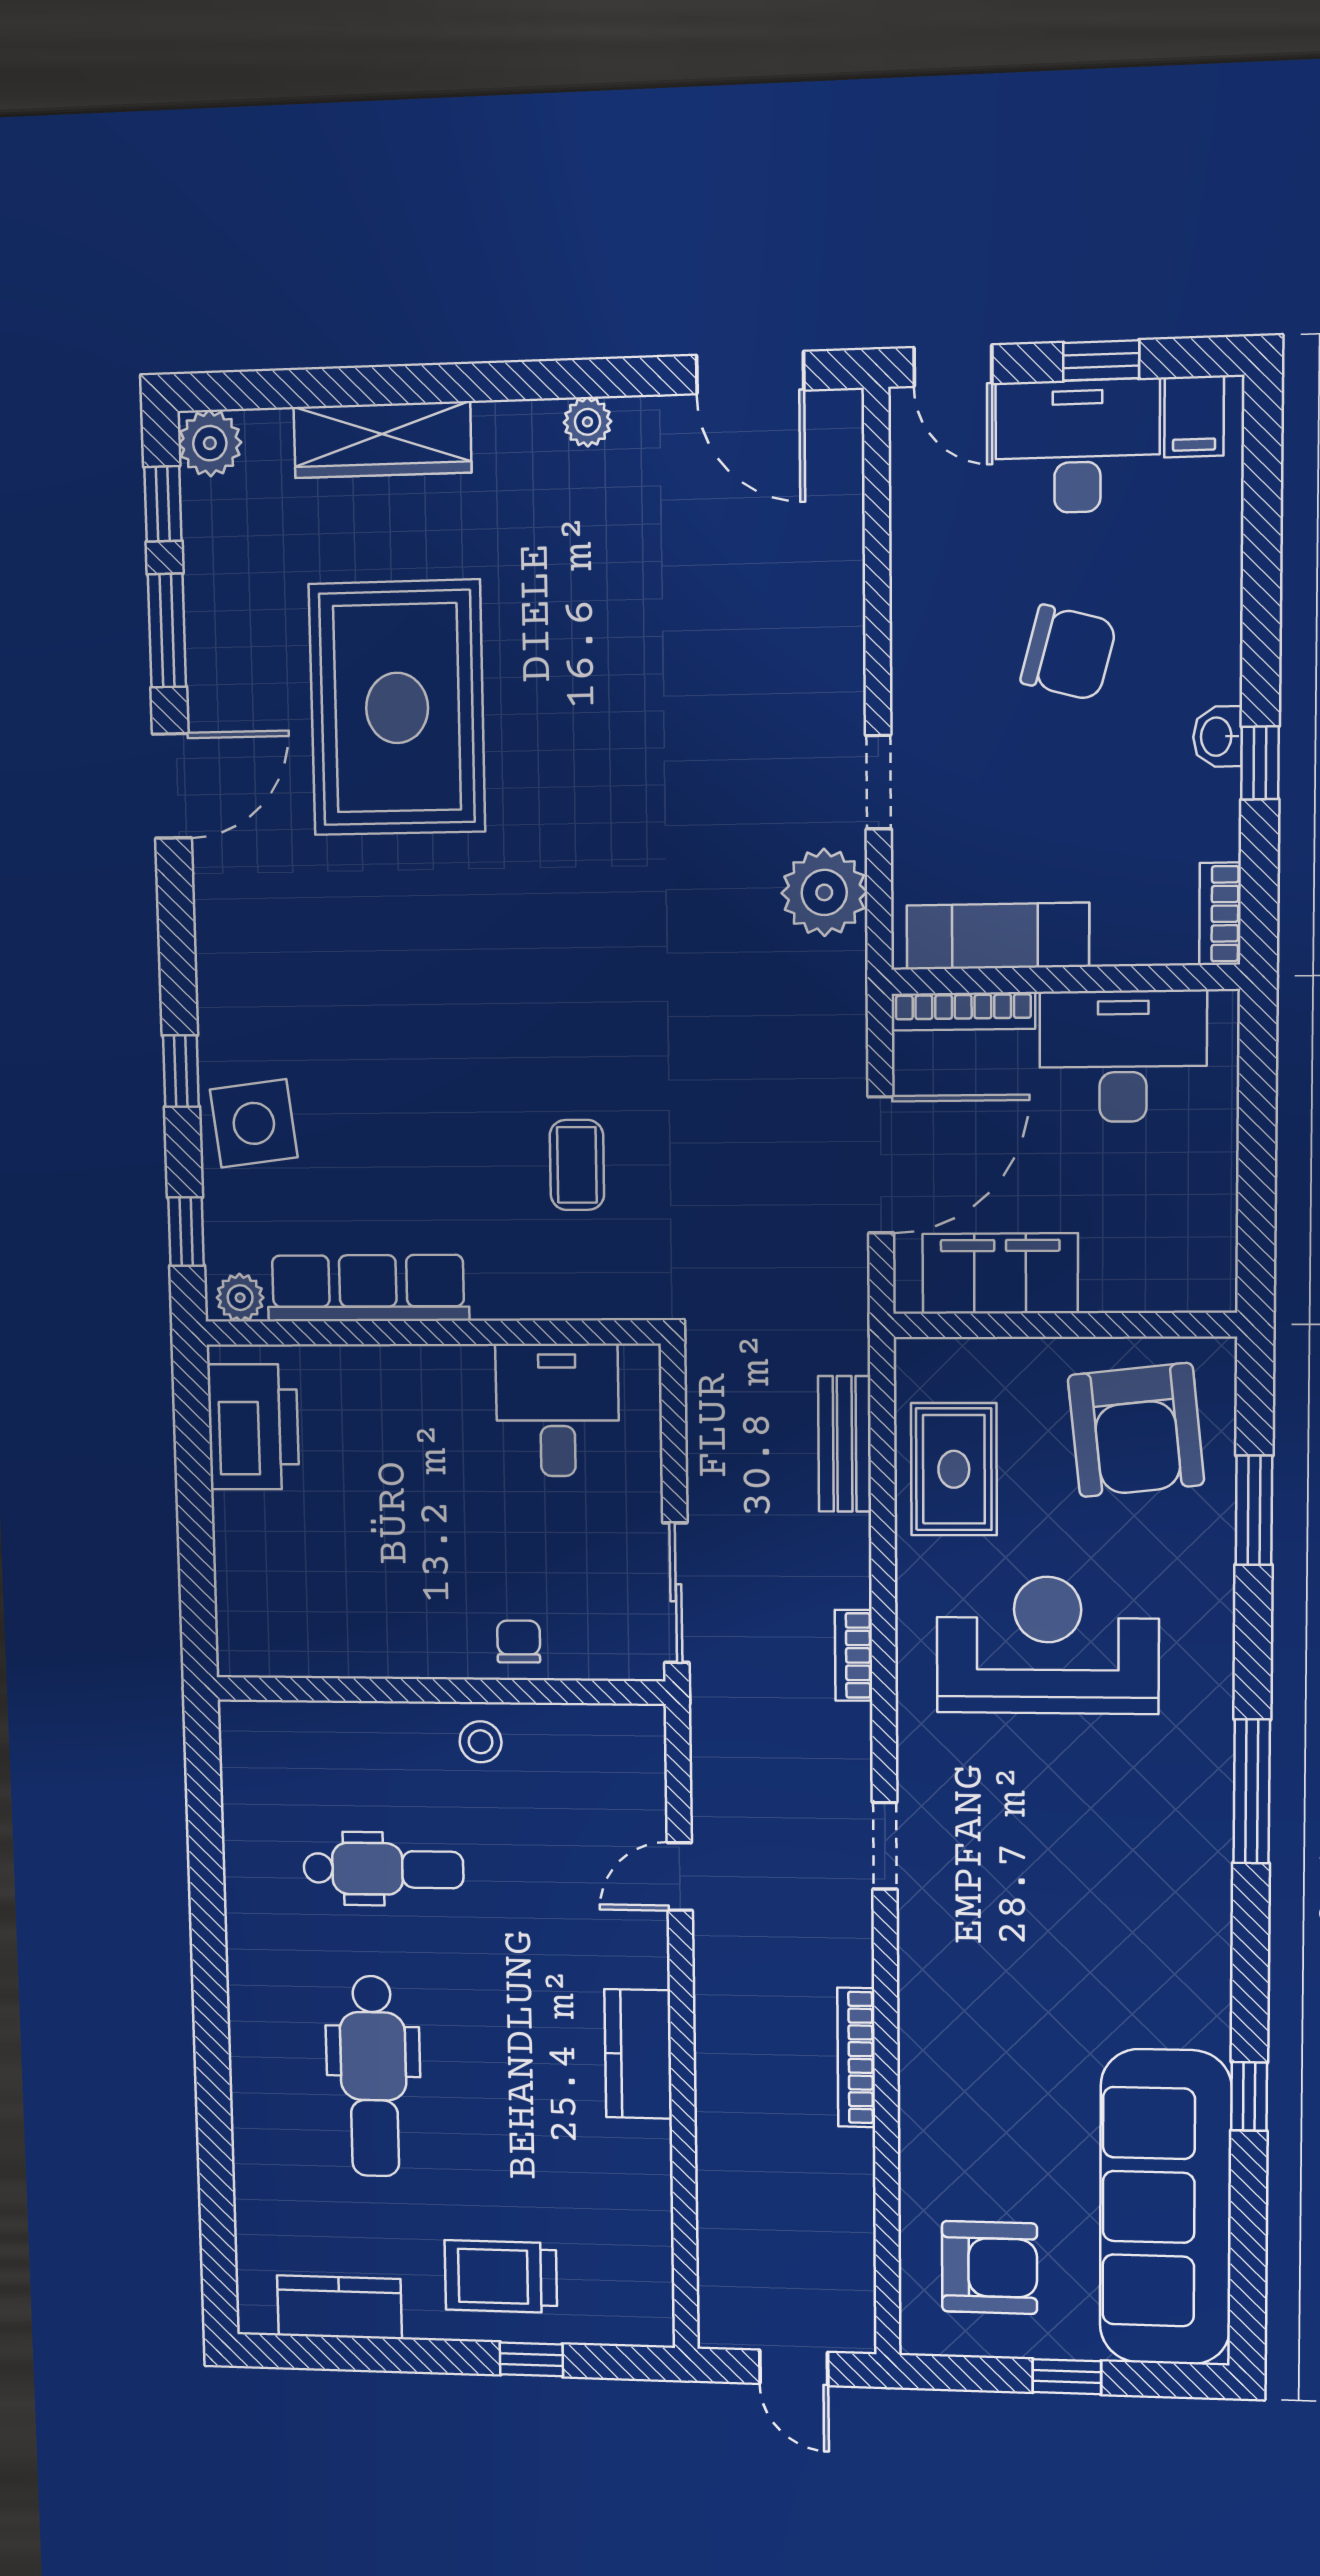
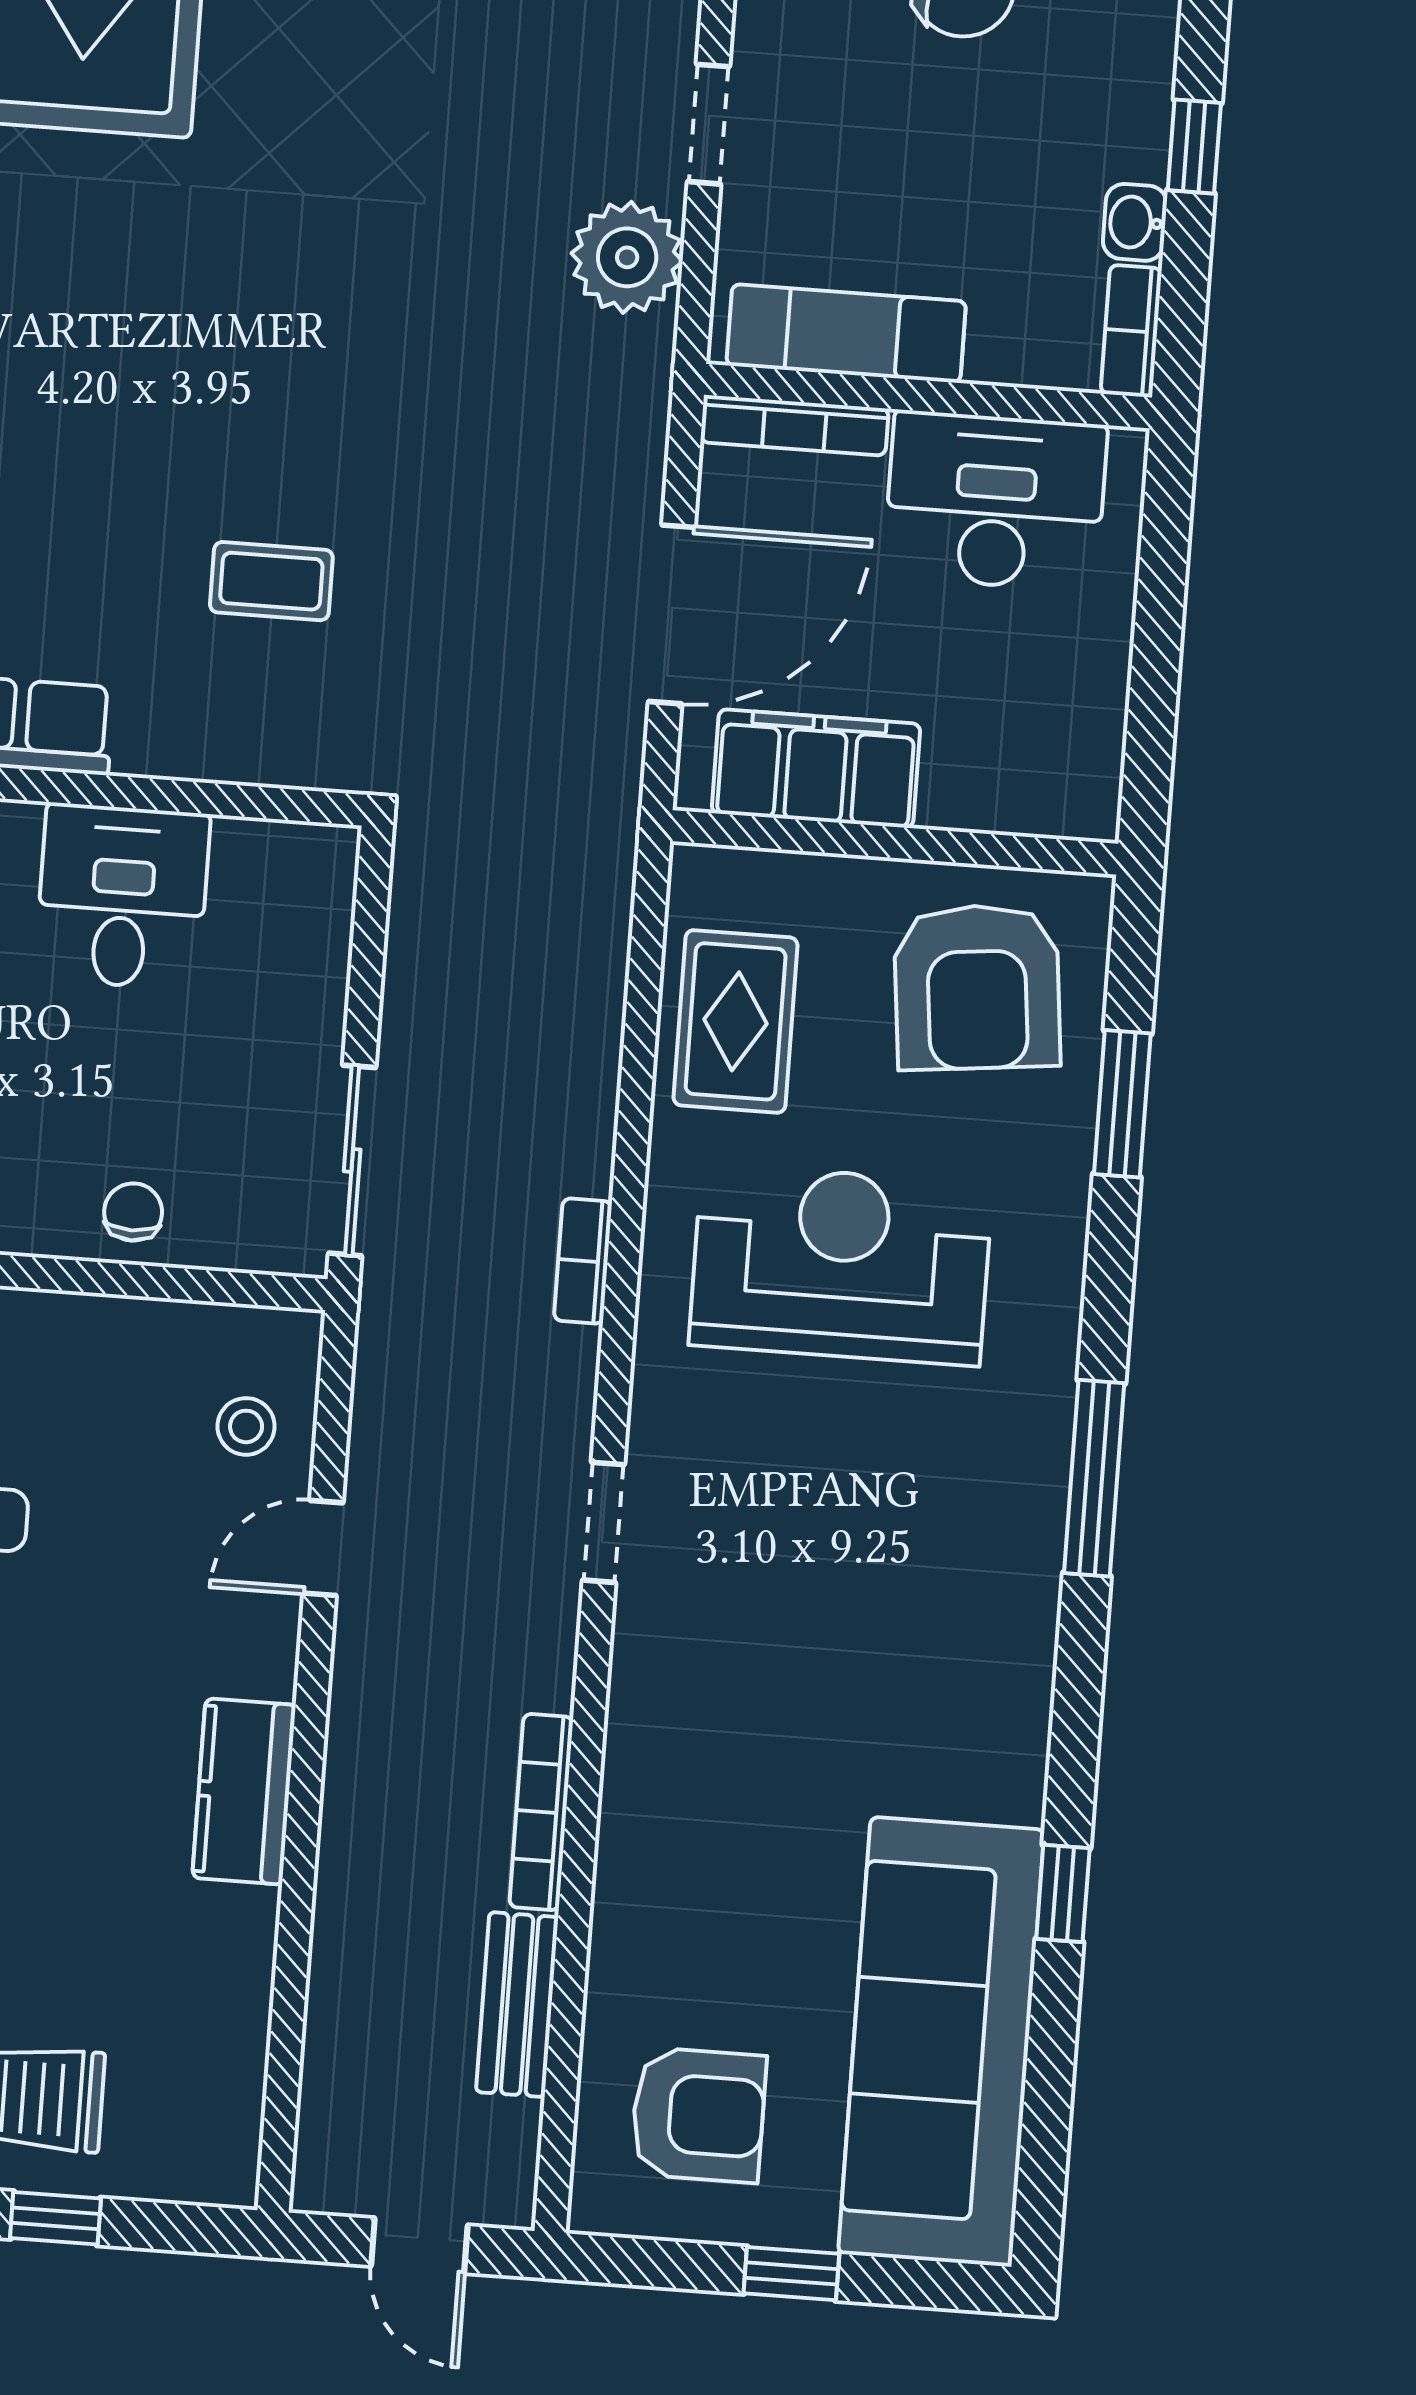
washbasin: (1218, 737) -> (1135, 222), moved
coffee table: (577, 1165) -> (271, 581), turned 90
desk: (557, 1410) -> (122, 897), moved
bench: (845, 1444) -> (517, 2005), moved
stool: (481, 1742) -> (246, 1426), moved

